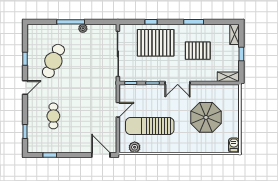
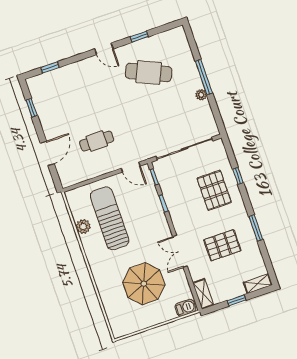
pallet: (156, 43) -> (214, 190), width x0.73, depth x0.71
pallet: (198, 51) -> (222, 245), turned 90
double door: (178, 83) -> (180, 251), moved
door: (118, 110) -> (131, 167), moved
cafe table: (53, 116) -> (97, 141), moved
barbecue: (234, 145) -> (185, 308), moved
plant: (135, 147) -> (83, 227), moved
door: (101, 155) -> (47, 153), moved

